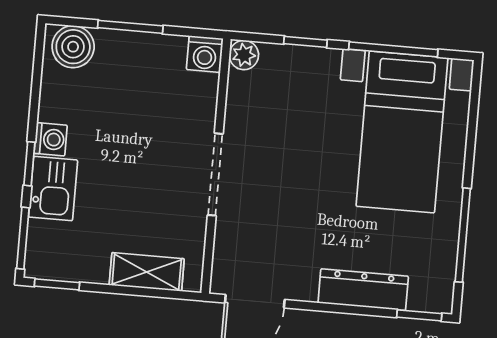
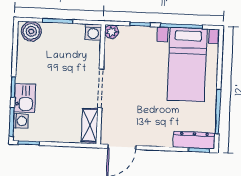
washing machine: (51, 139) -> (21, 121), moved
shelving: (147, 272) -> (90, 125), moved, turned 90
dresser: (363, 290) -> (194, 140), moved

